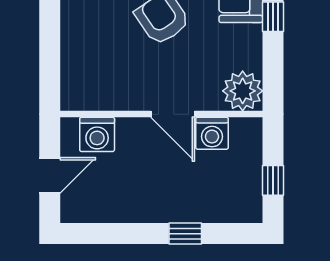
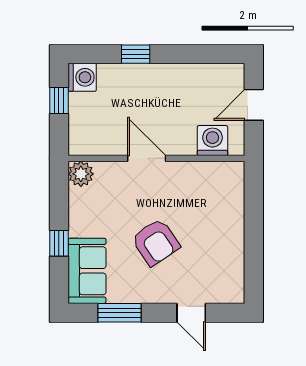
plant: (243, 91) -> (81, 174), width x0.73, depth x0.73
washing machine: (212, 133) -> (82, 77), moved, turned 90

